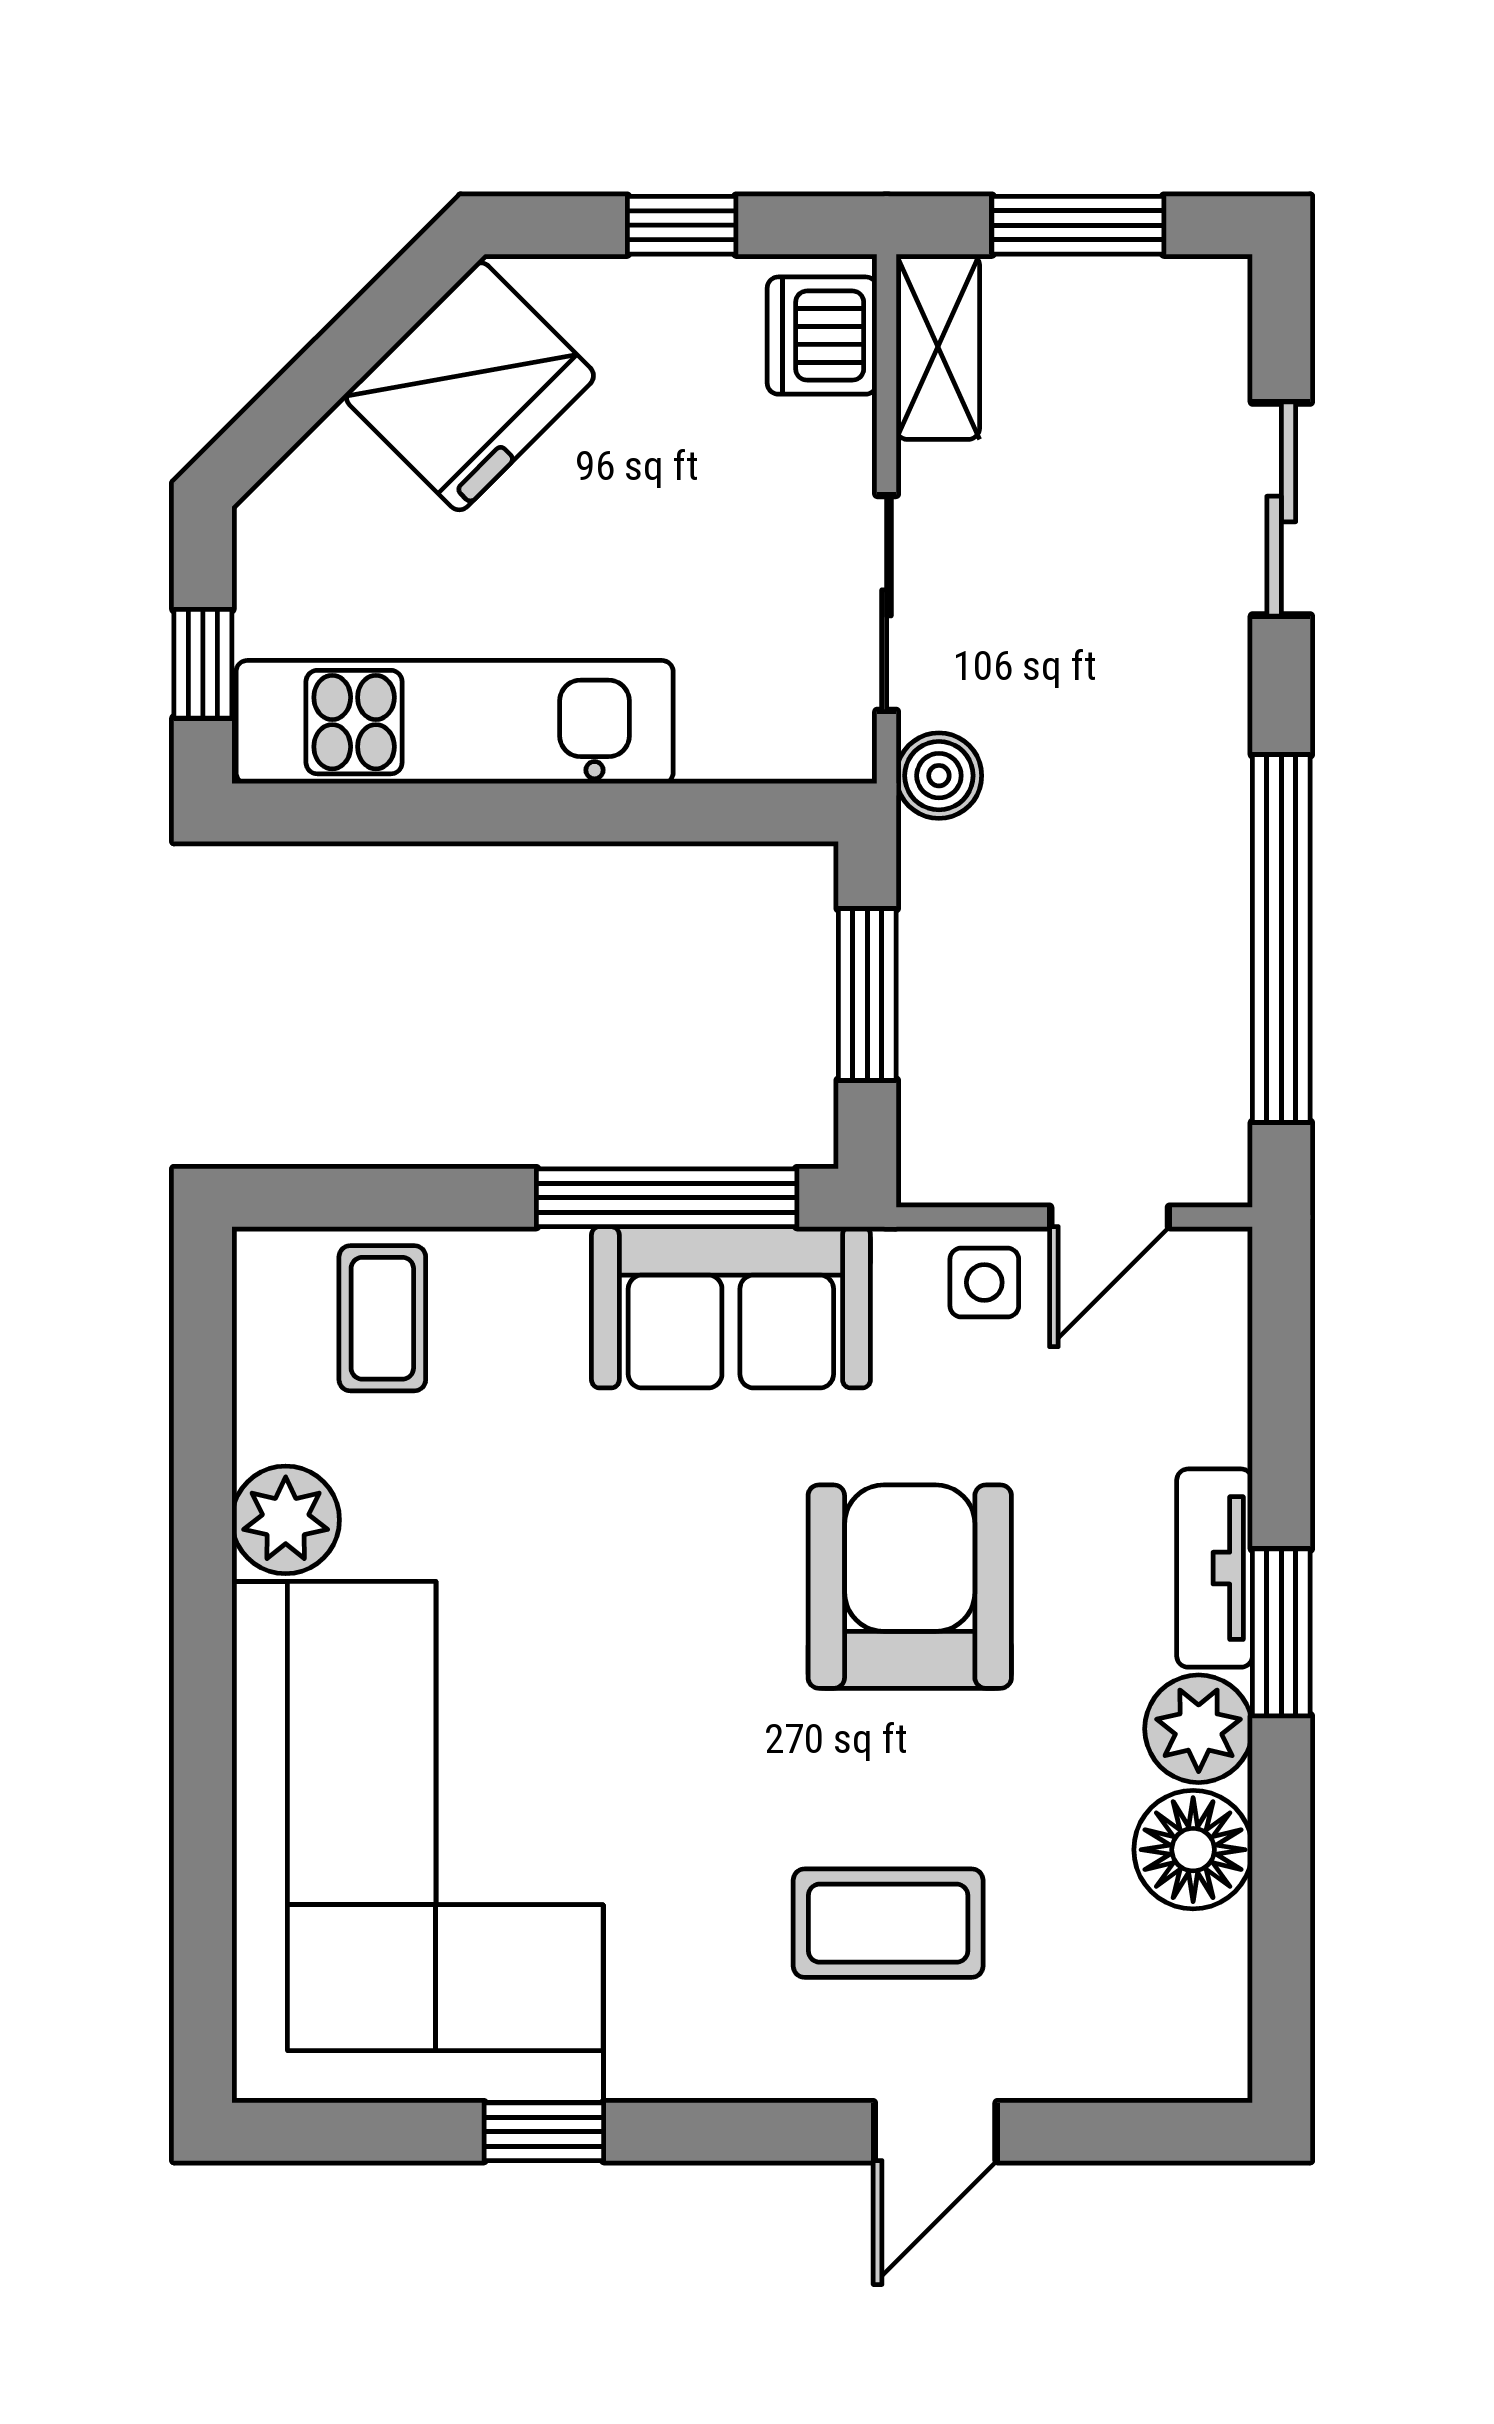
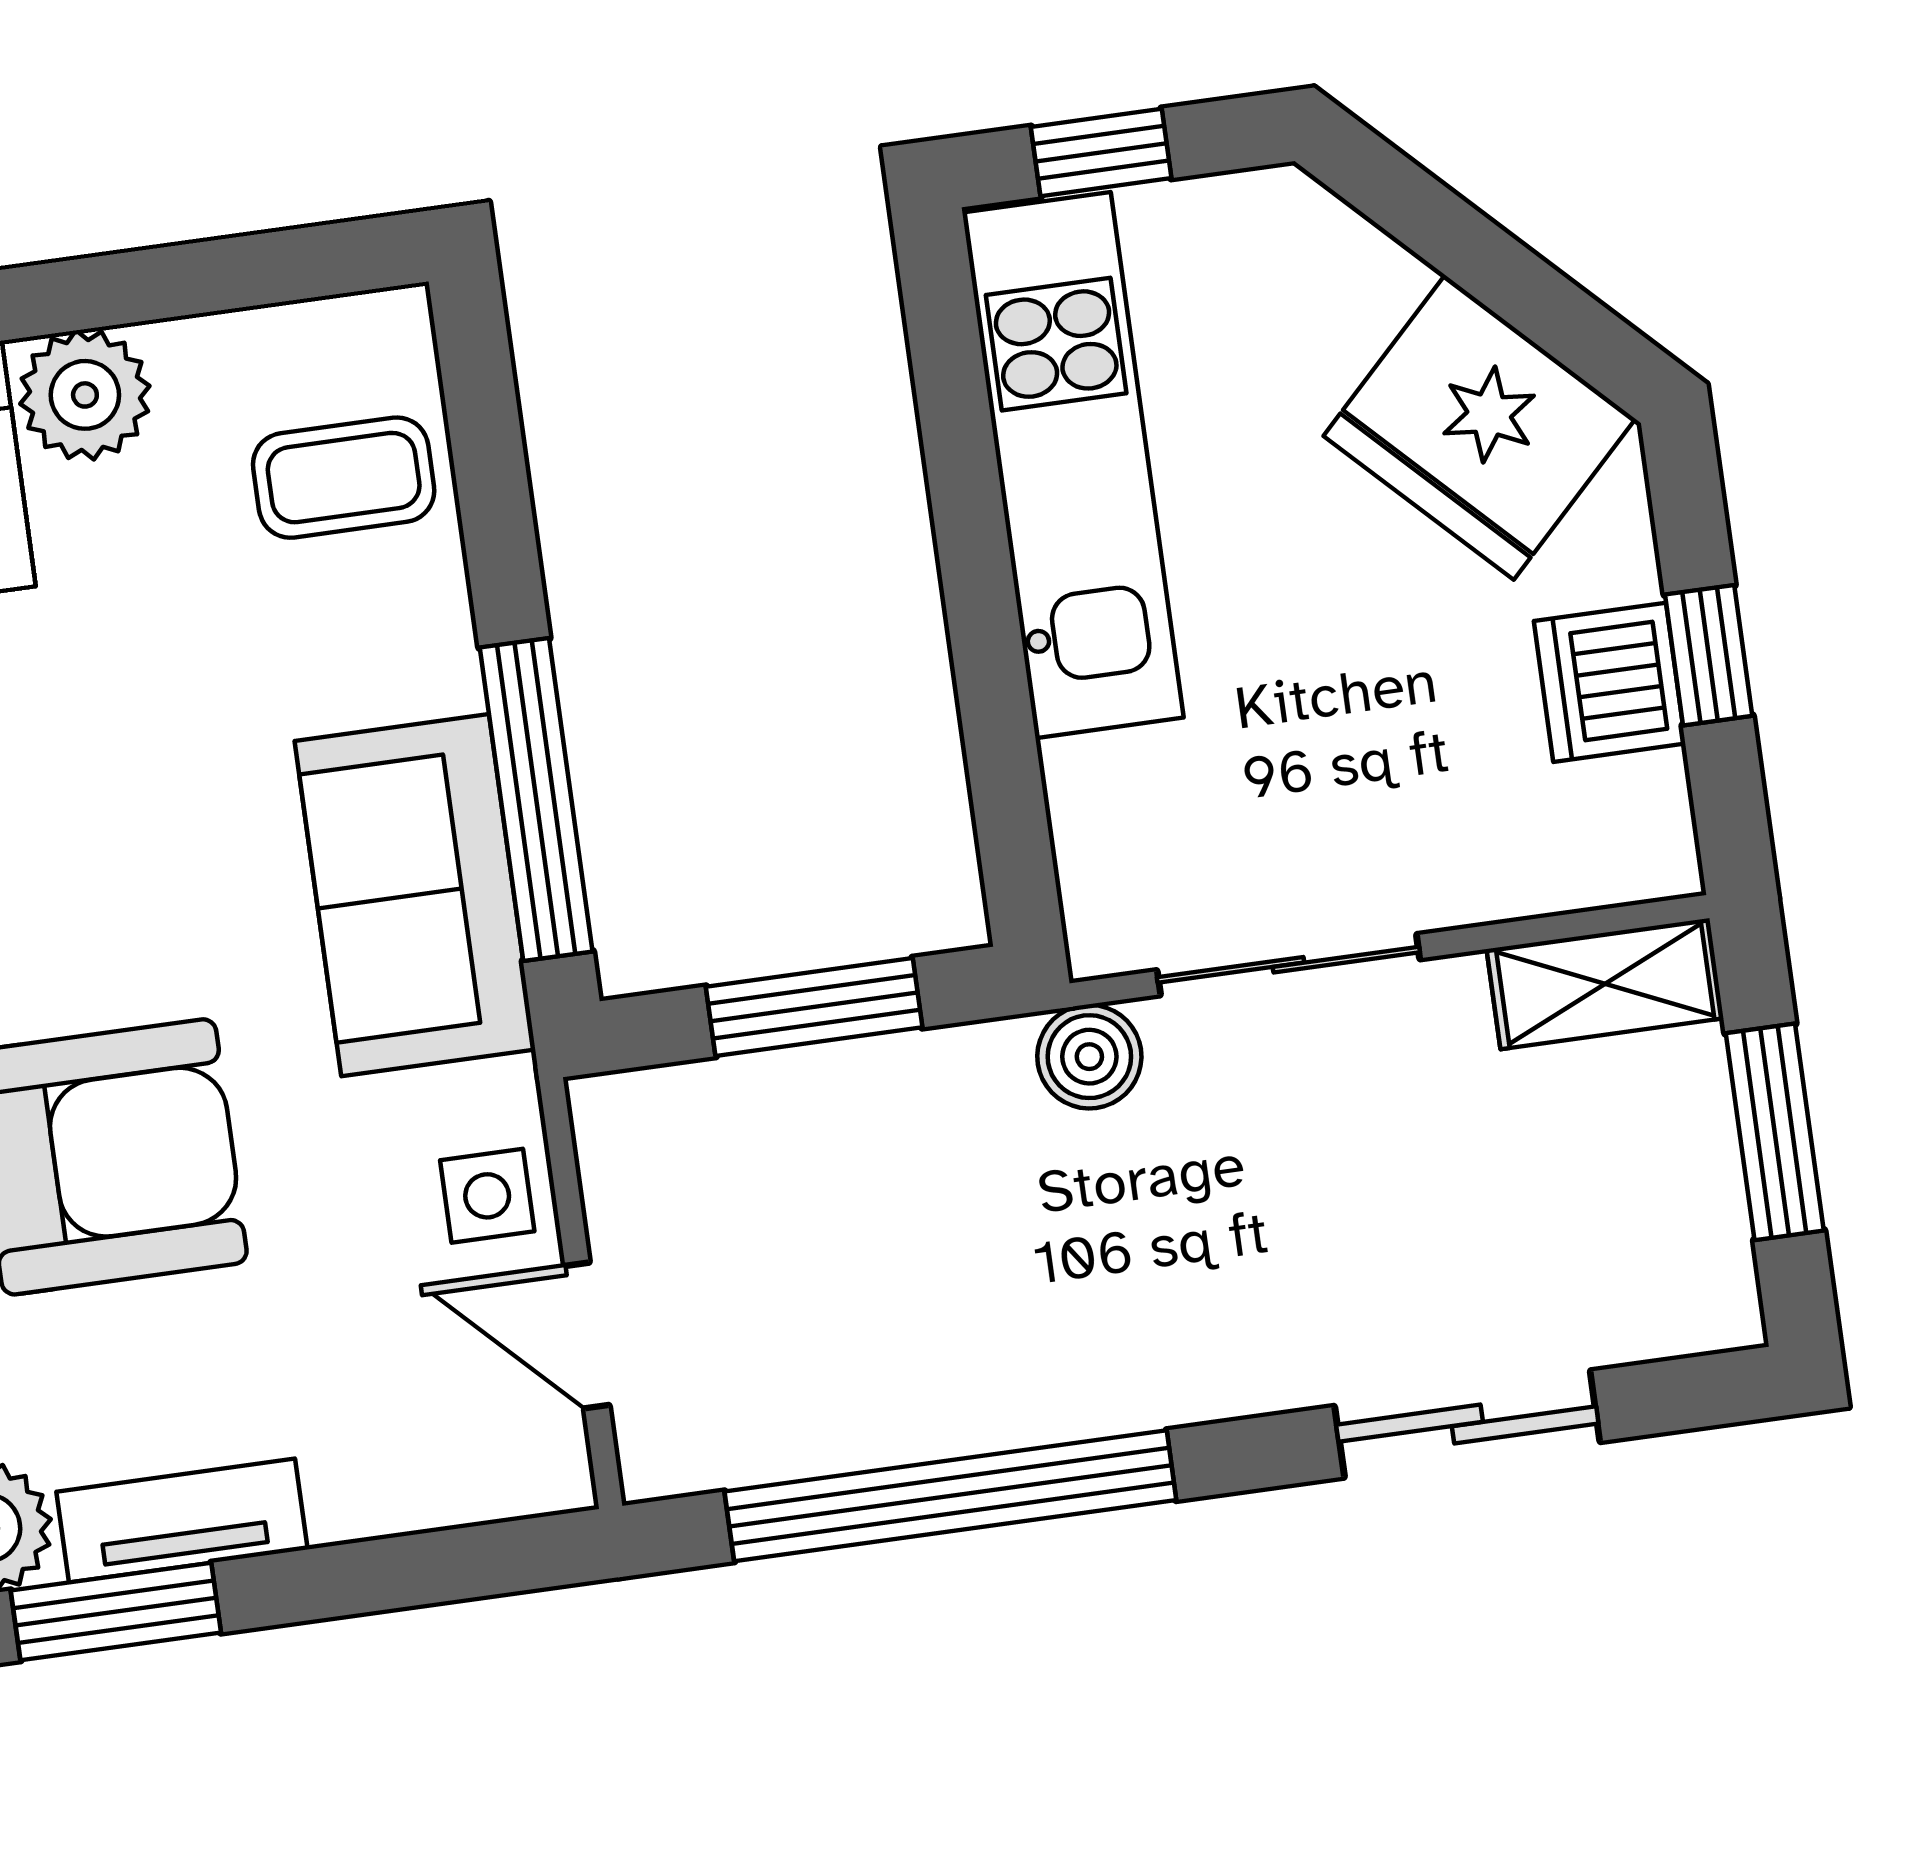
dishwasher: (822, 336) -> (1610, 682), moved, turned -90

